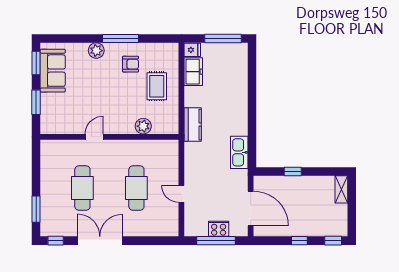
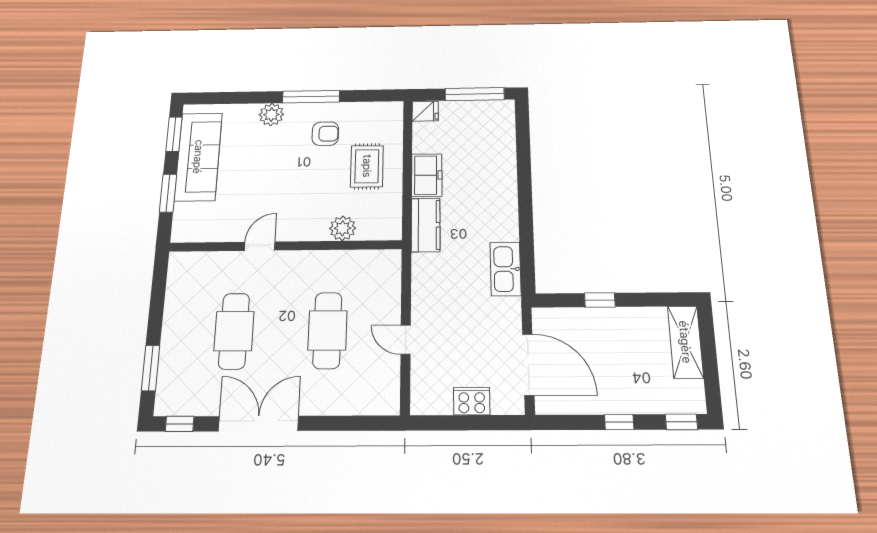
sofa: (53, 71) -> (198, 157), width x1.36
freezer: (193, 72) -> (427, 175), moved
shelving: (341, 189) -> (685, 342), width x1.50, depth x1.33
window: (216, 241) -> (467, 423), removed

